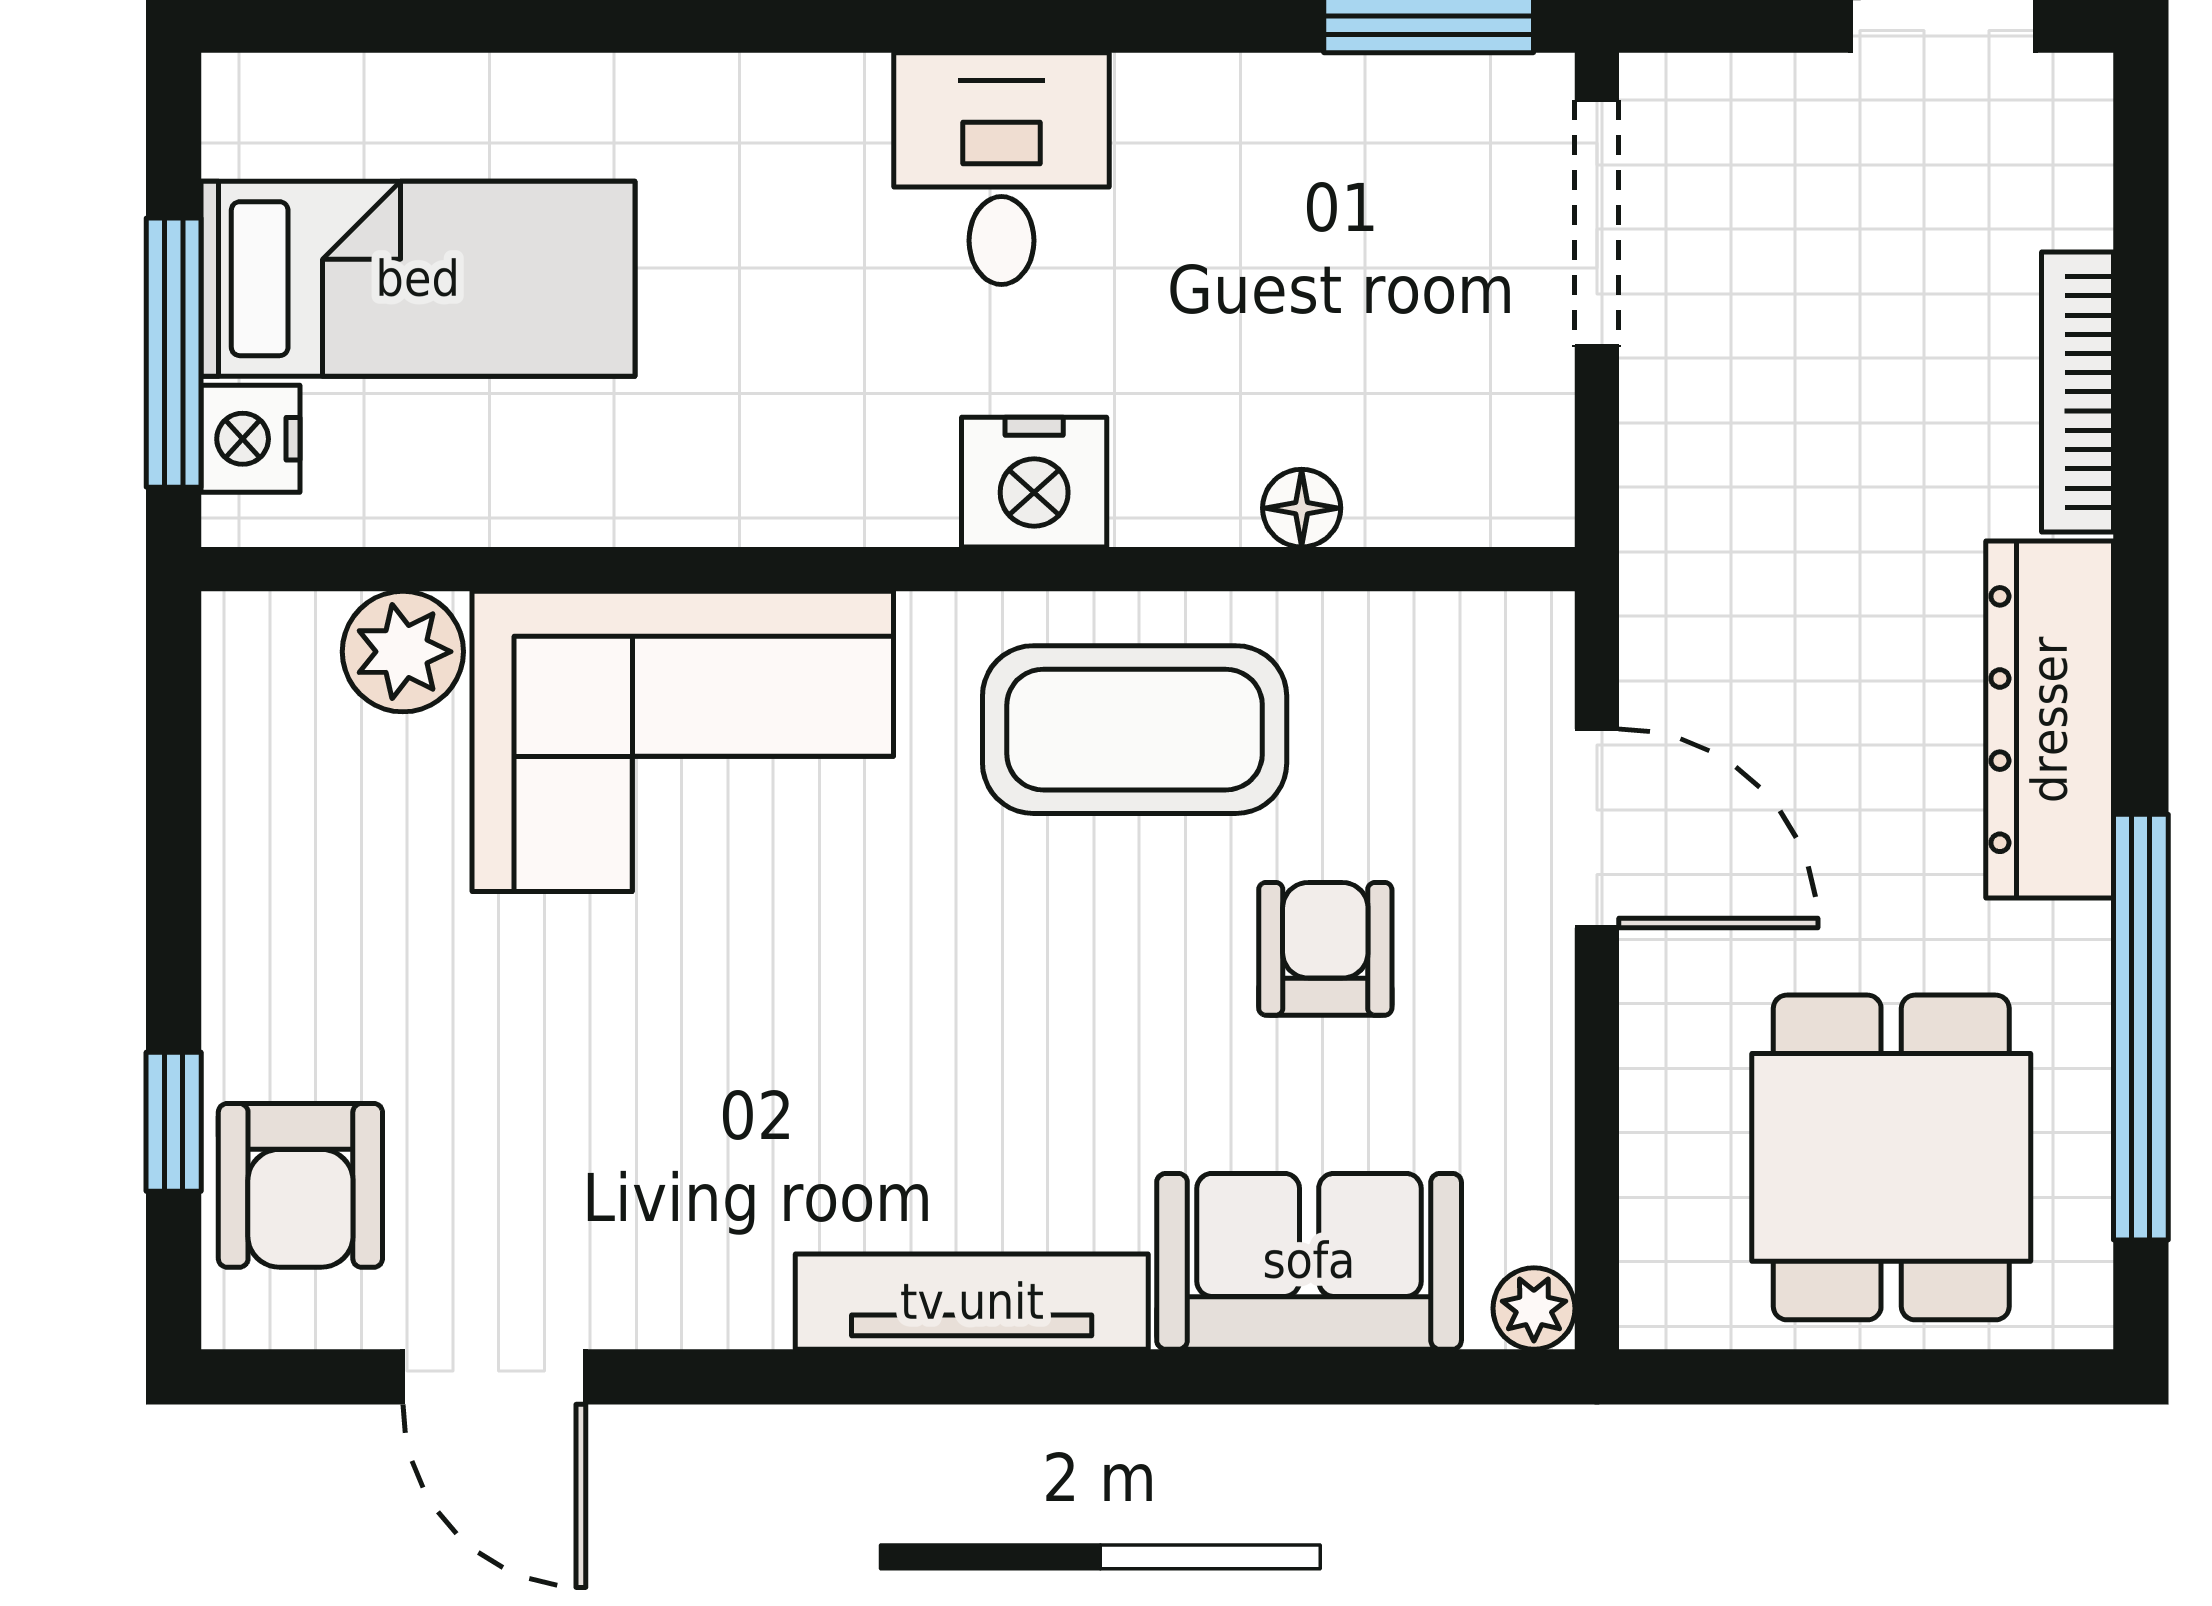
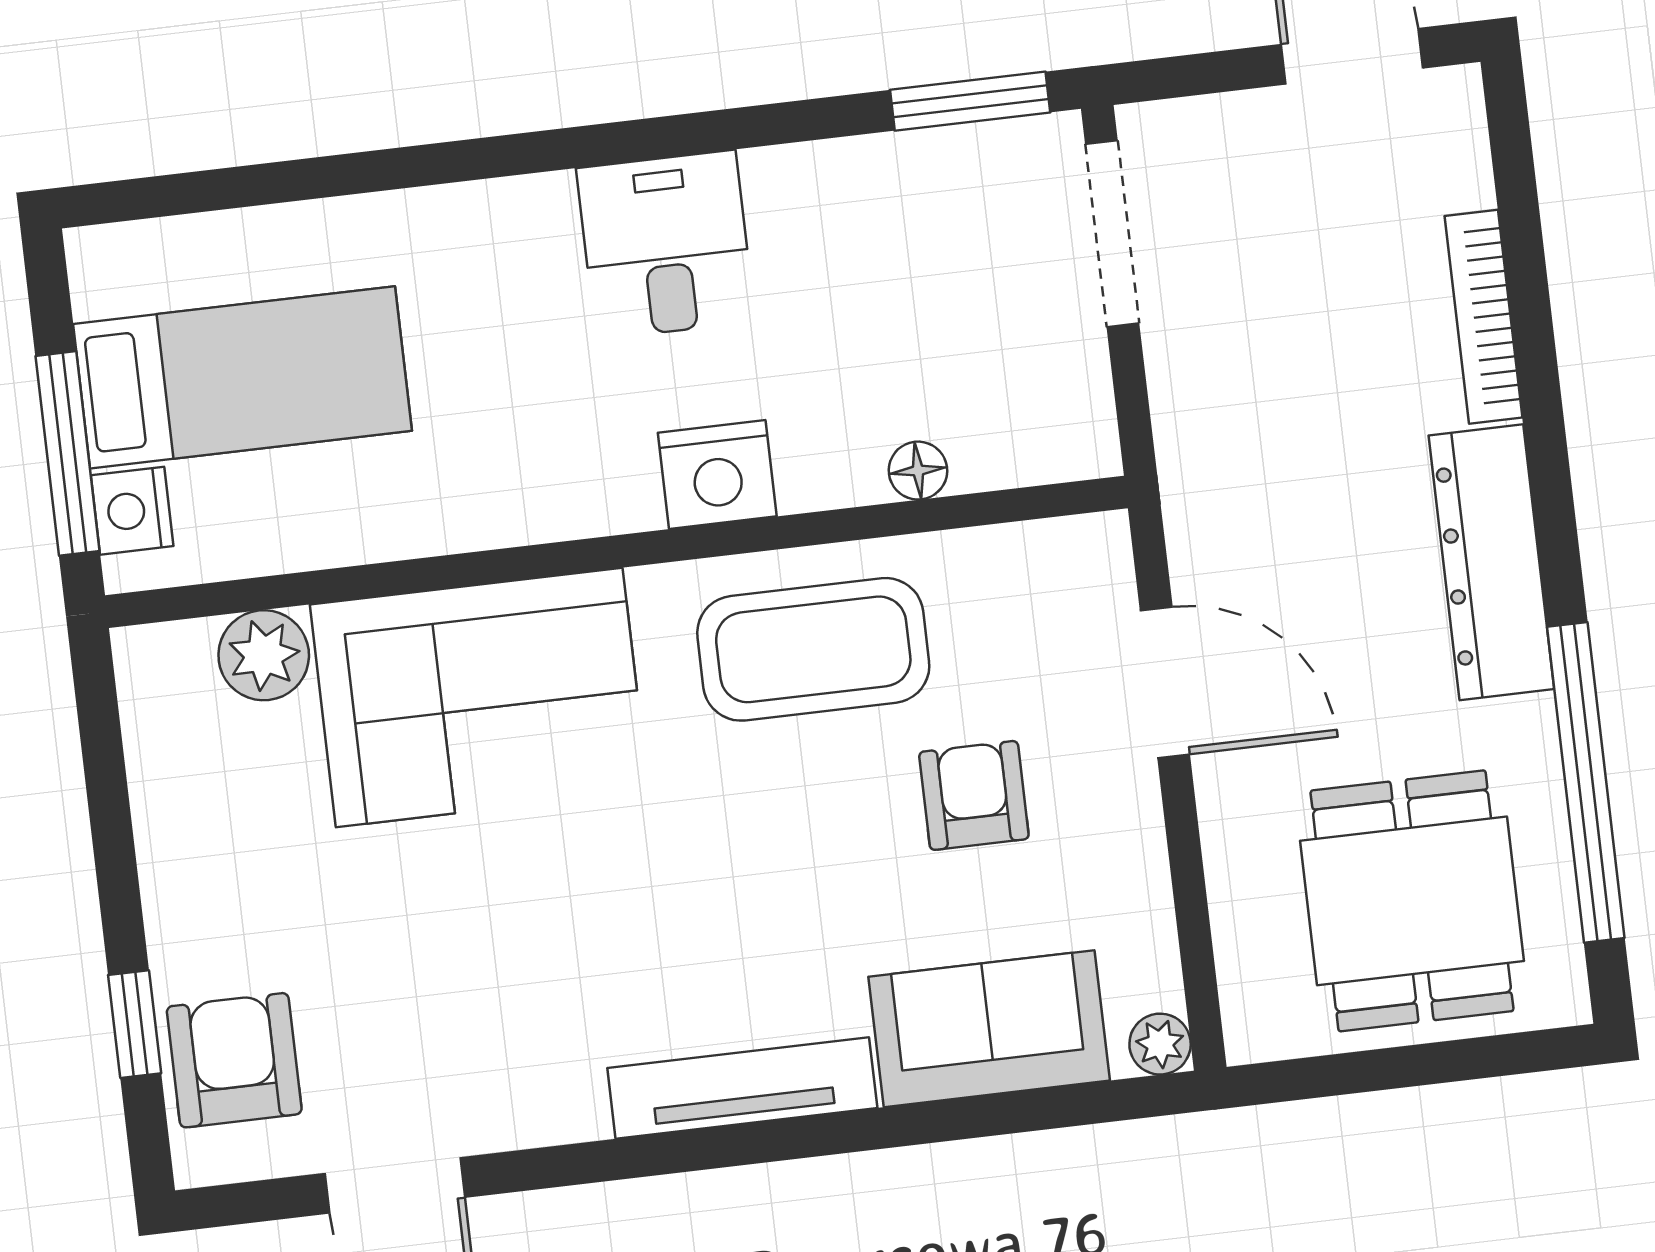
armchair: (300, 1185) -> (234, 1060), turned 180

